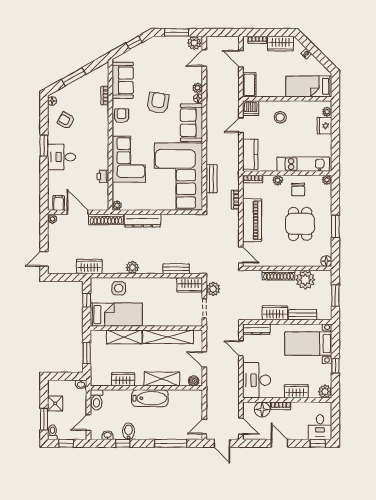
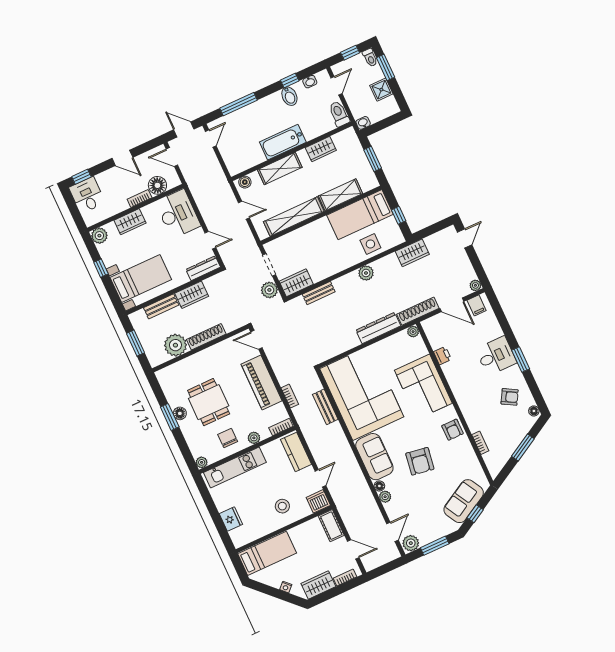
sofa: (123, 80) -> (464, 501), moved, turned 61
plant: (327, 112) -> (235, 535), removed
floor lamp: (326, 261) -> (180, 413), moved

